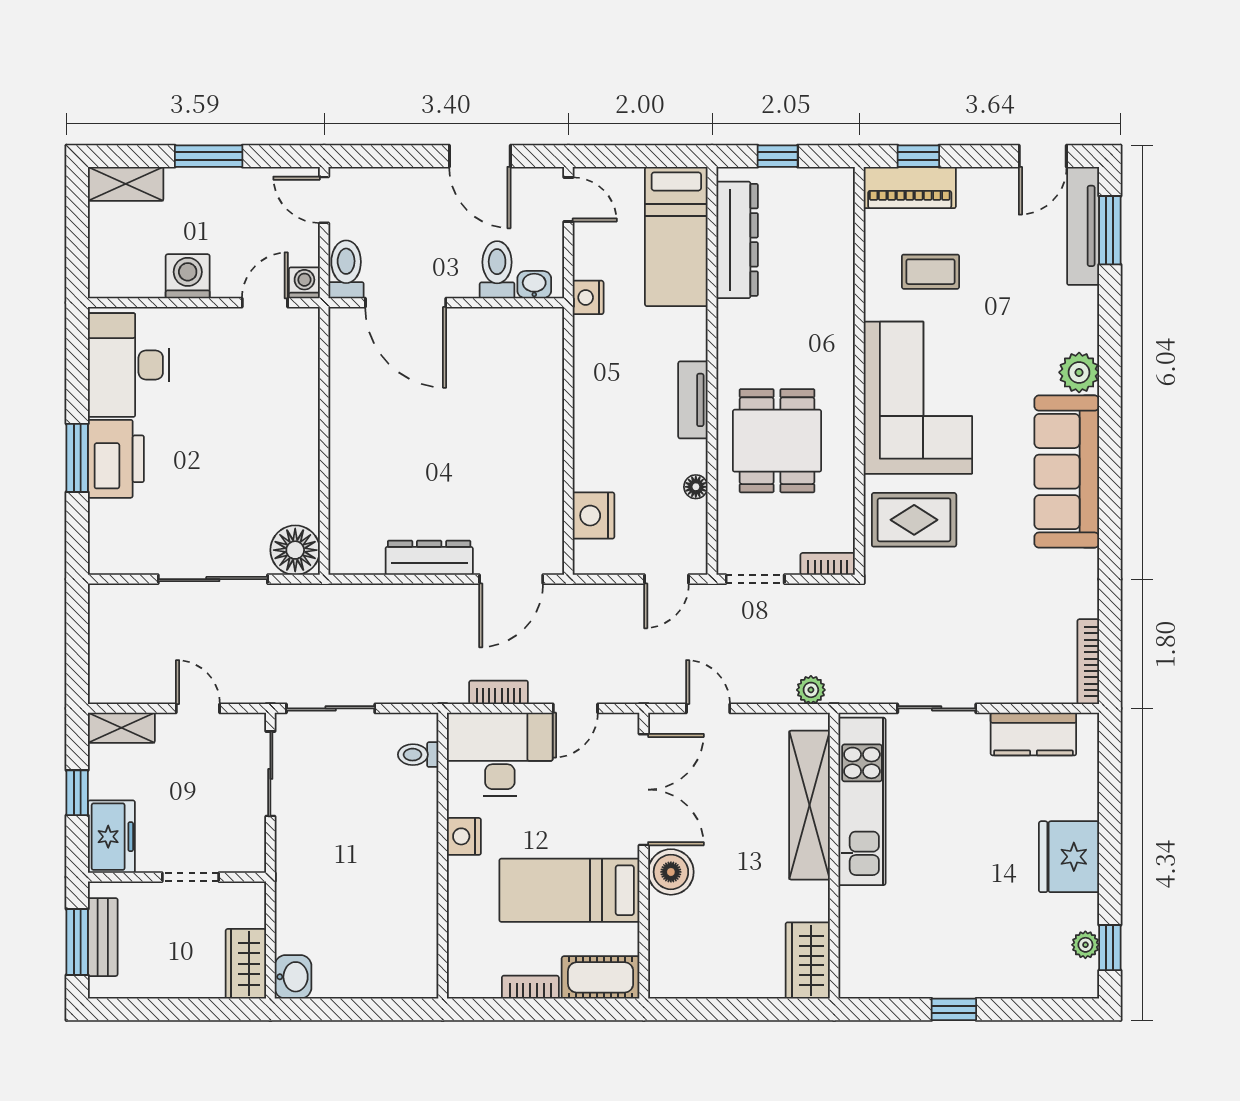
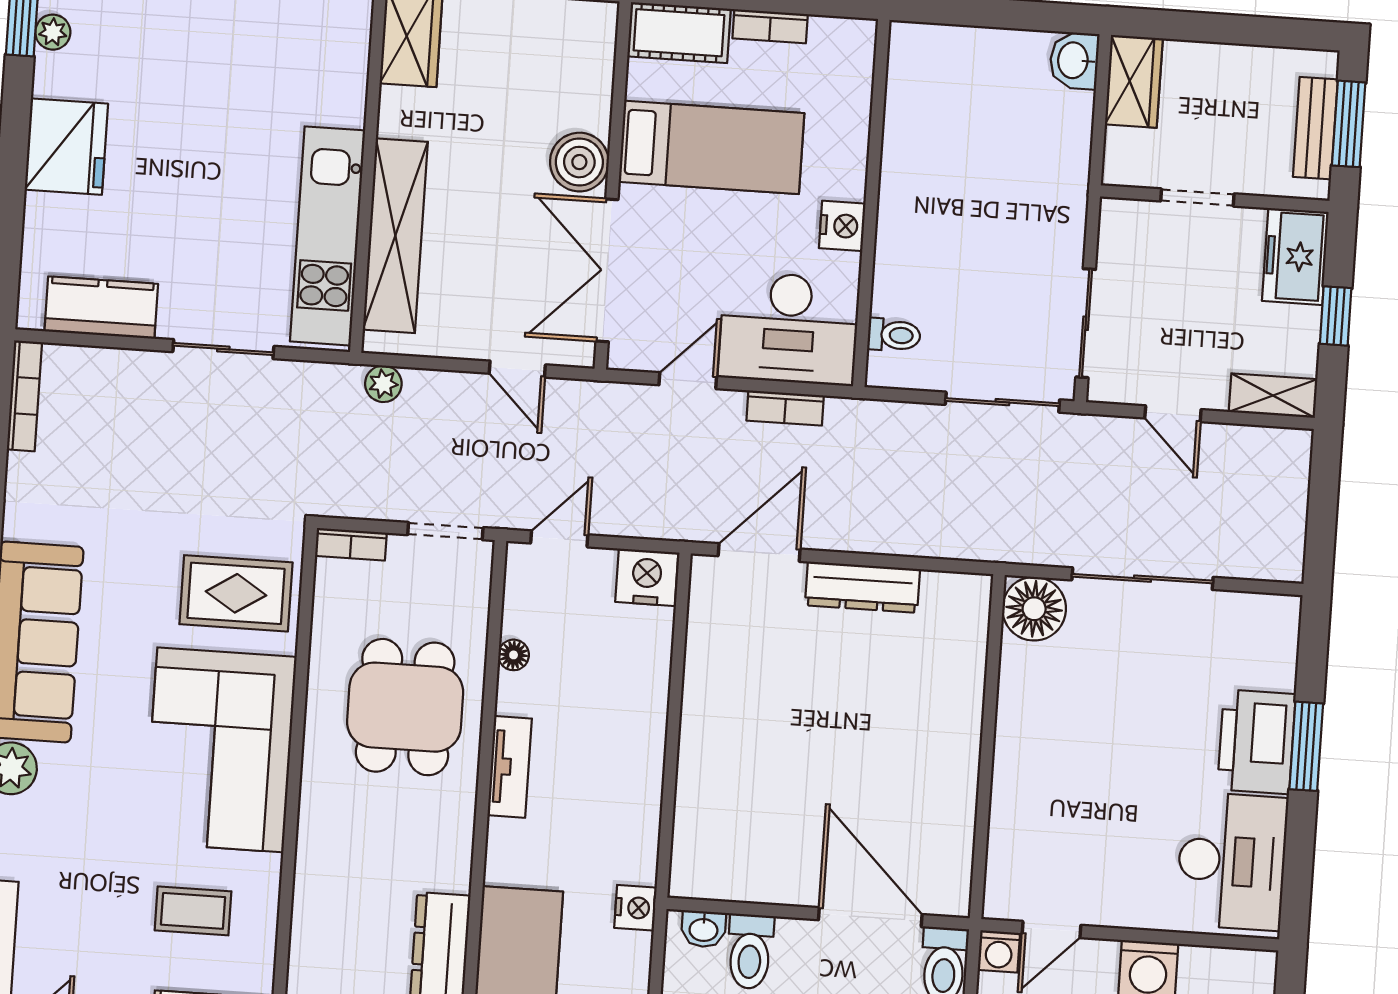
nightstand: (593, 516) -> (647, 577), moved, turned -90

